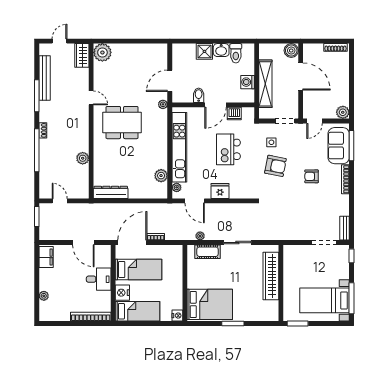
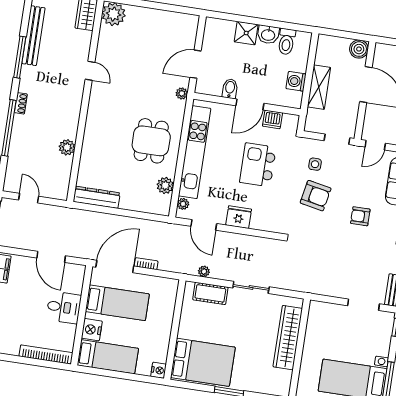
shelving: (265, 84) -> (319, 87), width x0.68
dining table: (122, 123) -> (151, 141), moved, width x0.73

